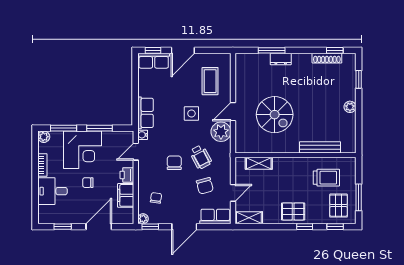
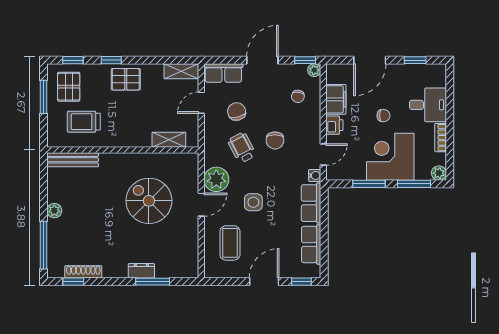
row of seats: (154, 61) -> (311, 244), moved, turned -90
window: (359, 79) -> (44, 245), width x2.17
bench: (320, 147) -> (73, 160), moved

